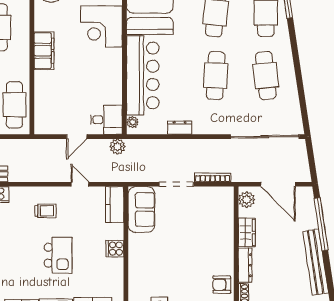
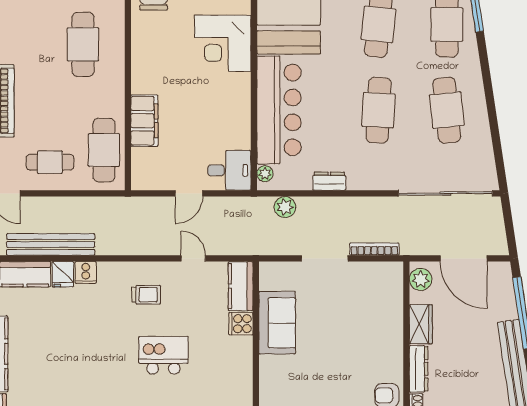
filing cabinet: (44, 51) -> (144, 121), moved
plant: (117, 147) -> (285, 207), moved
sofa: (141, 210) -> (277, 323), moved
cooker: (115, 249) -> (241, 324), moved
kitchen island: (58, 255) -> (163, 355), turned -90

